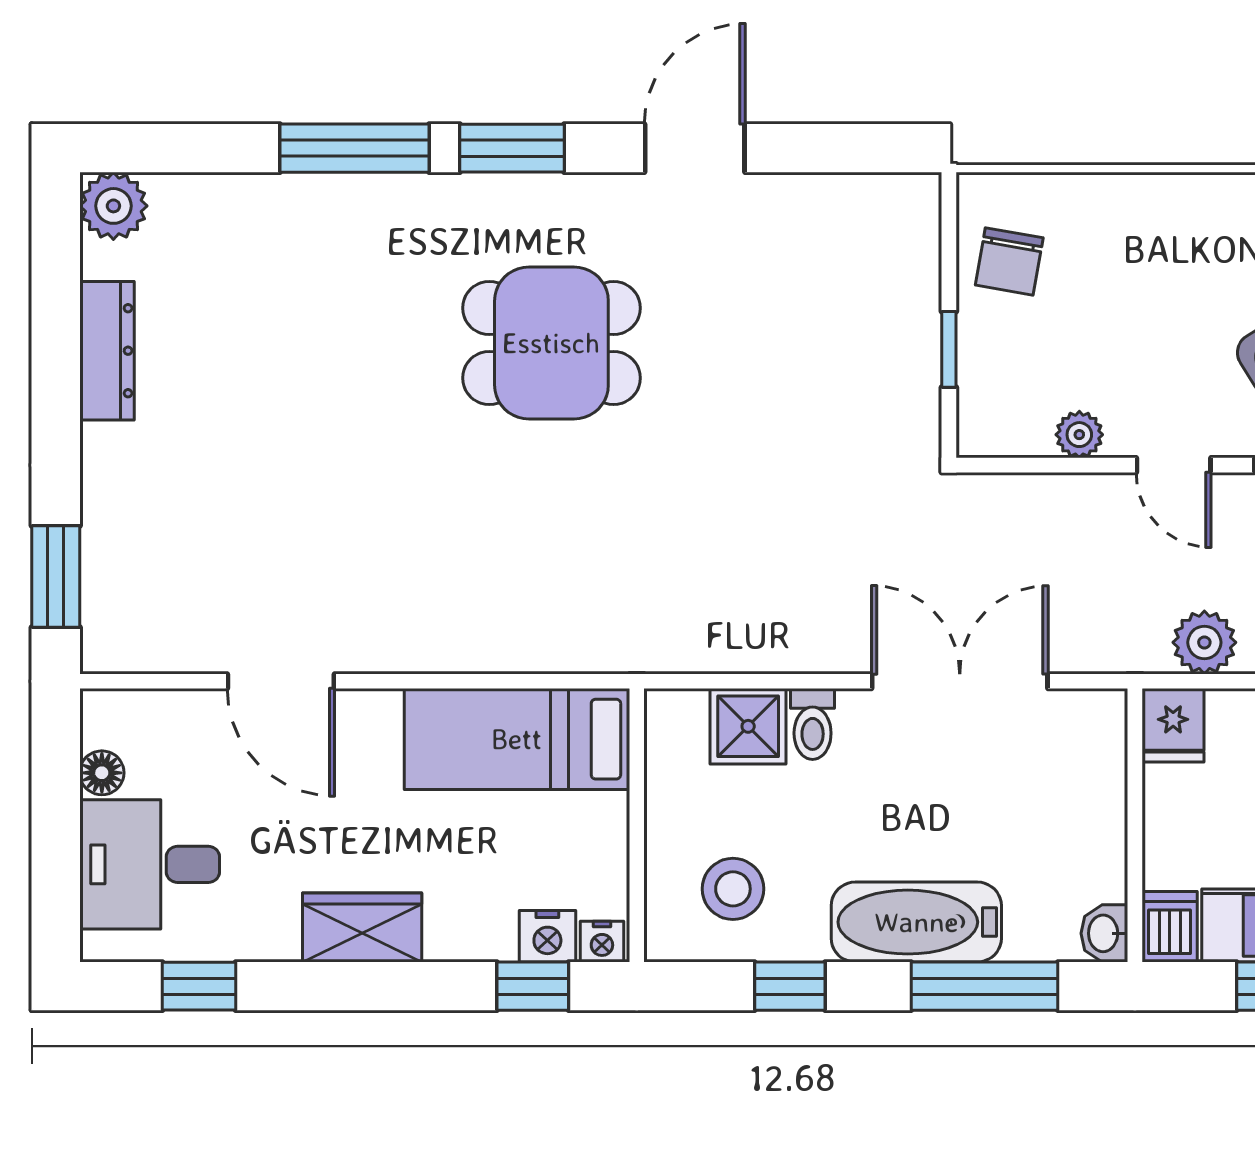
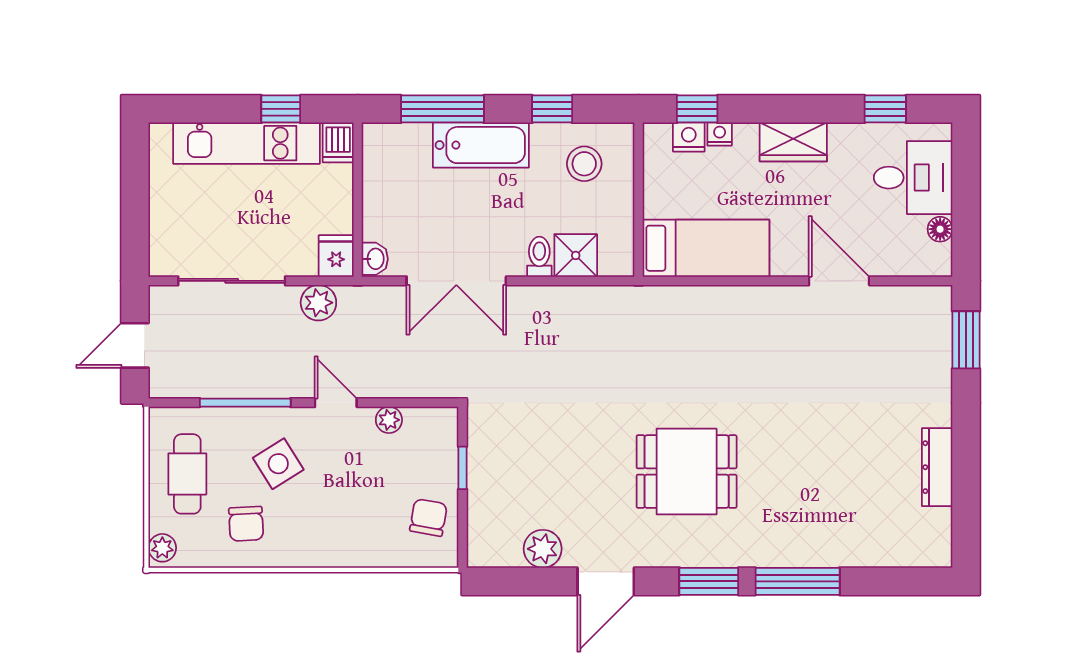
plant: (113, 206) -> (543, 549), moved
washbasin: (1104, 933) -> (375, 259), moved
nightstand: (602, 942) -> (720, 134), moved

